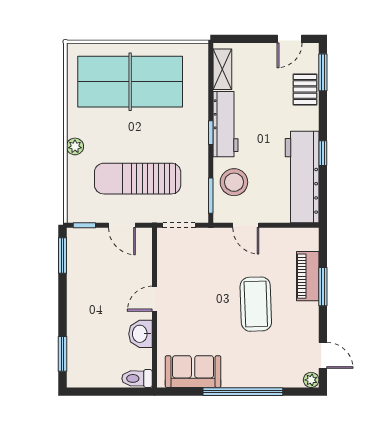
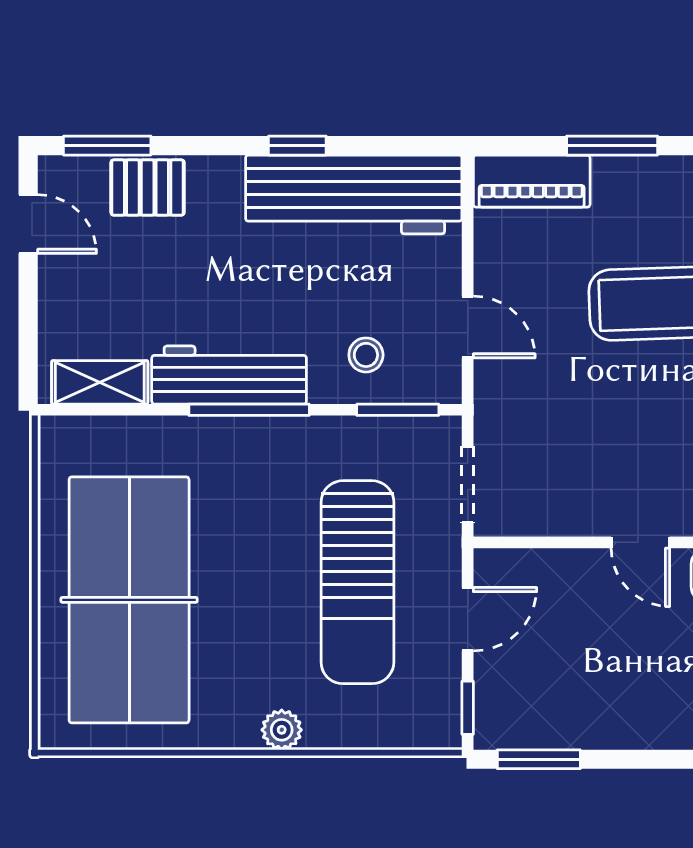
window: (211, 133) -> (249, 410), width x2.17
stool: (234, 182) -> (366, 355), width x0.53, depth x0.53
door: (246, 225) -> (468, 327), hinge flipped
piano: (308, 276) -> (532, 181), moved

